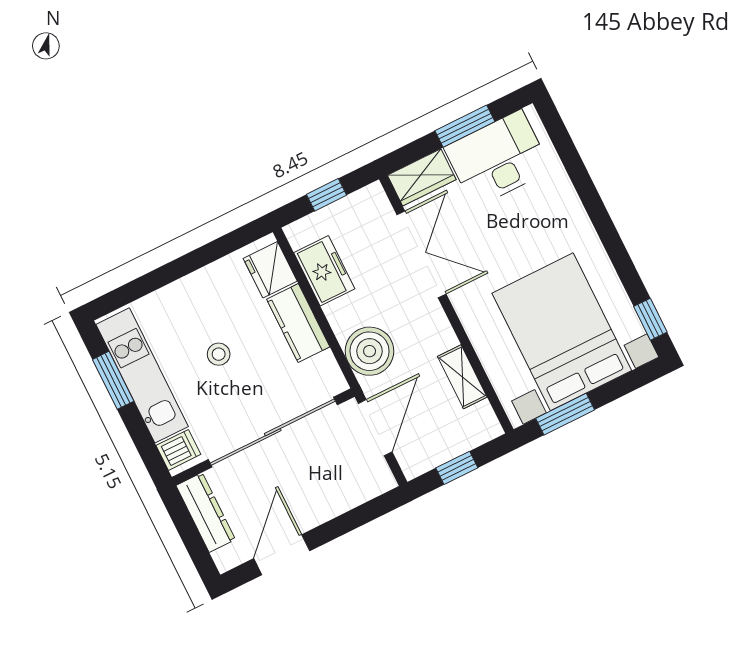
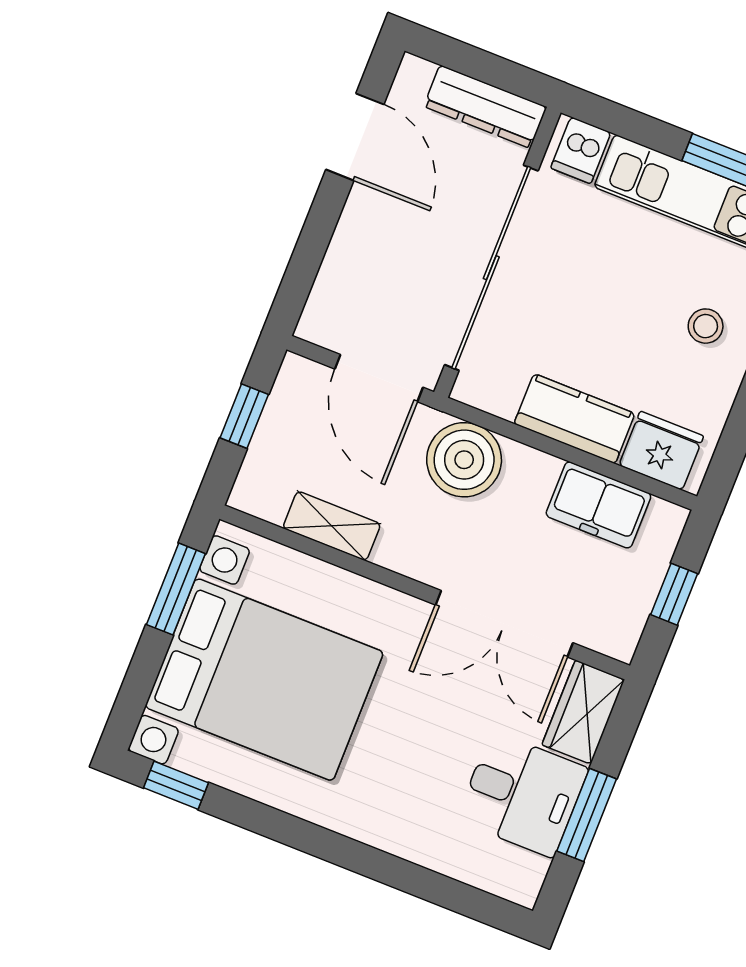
desk: (498, 159) -> (522, 794), width x0.73
stool: (219, 354) -> (706, 326), moved

